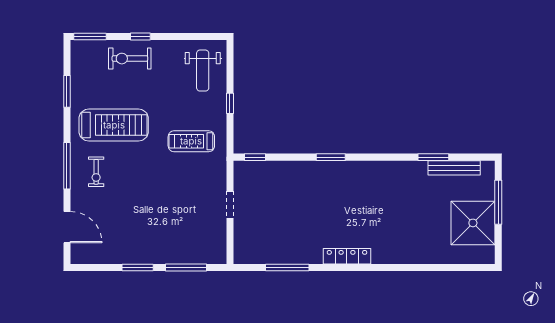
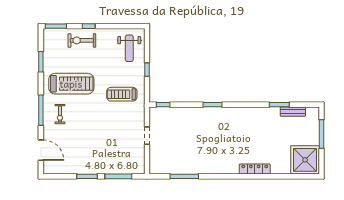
bench: (454, 168) -> (293, 112), width x0.73
shower: (473, 223) -> (305, 160), moved
locker: (347, 256) -> (255, 169), moved

